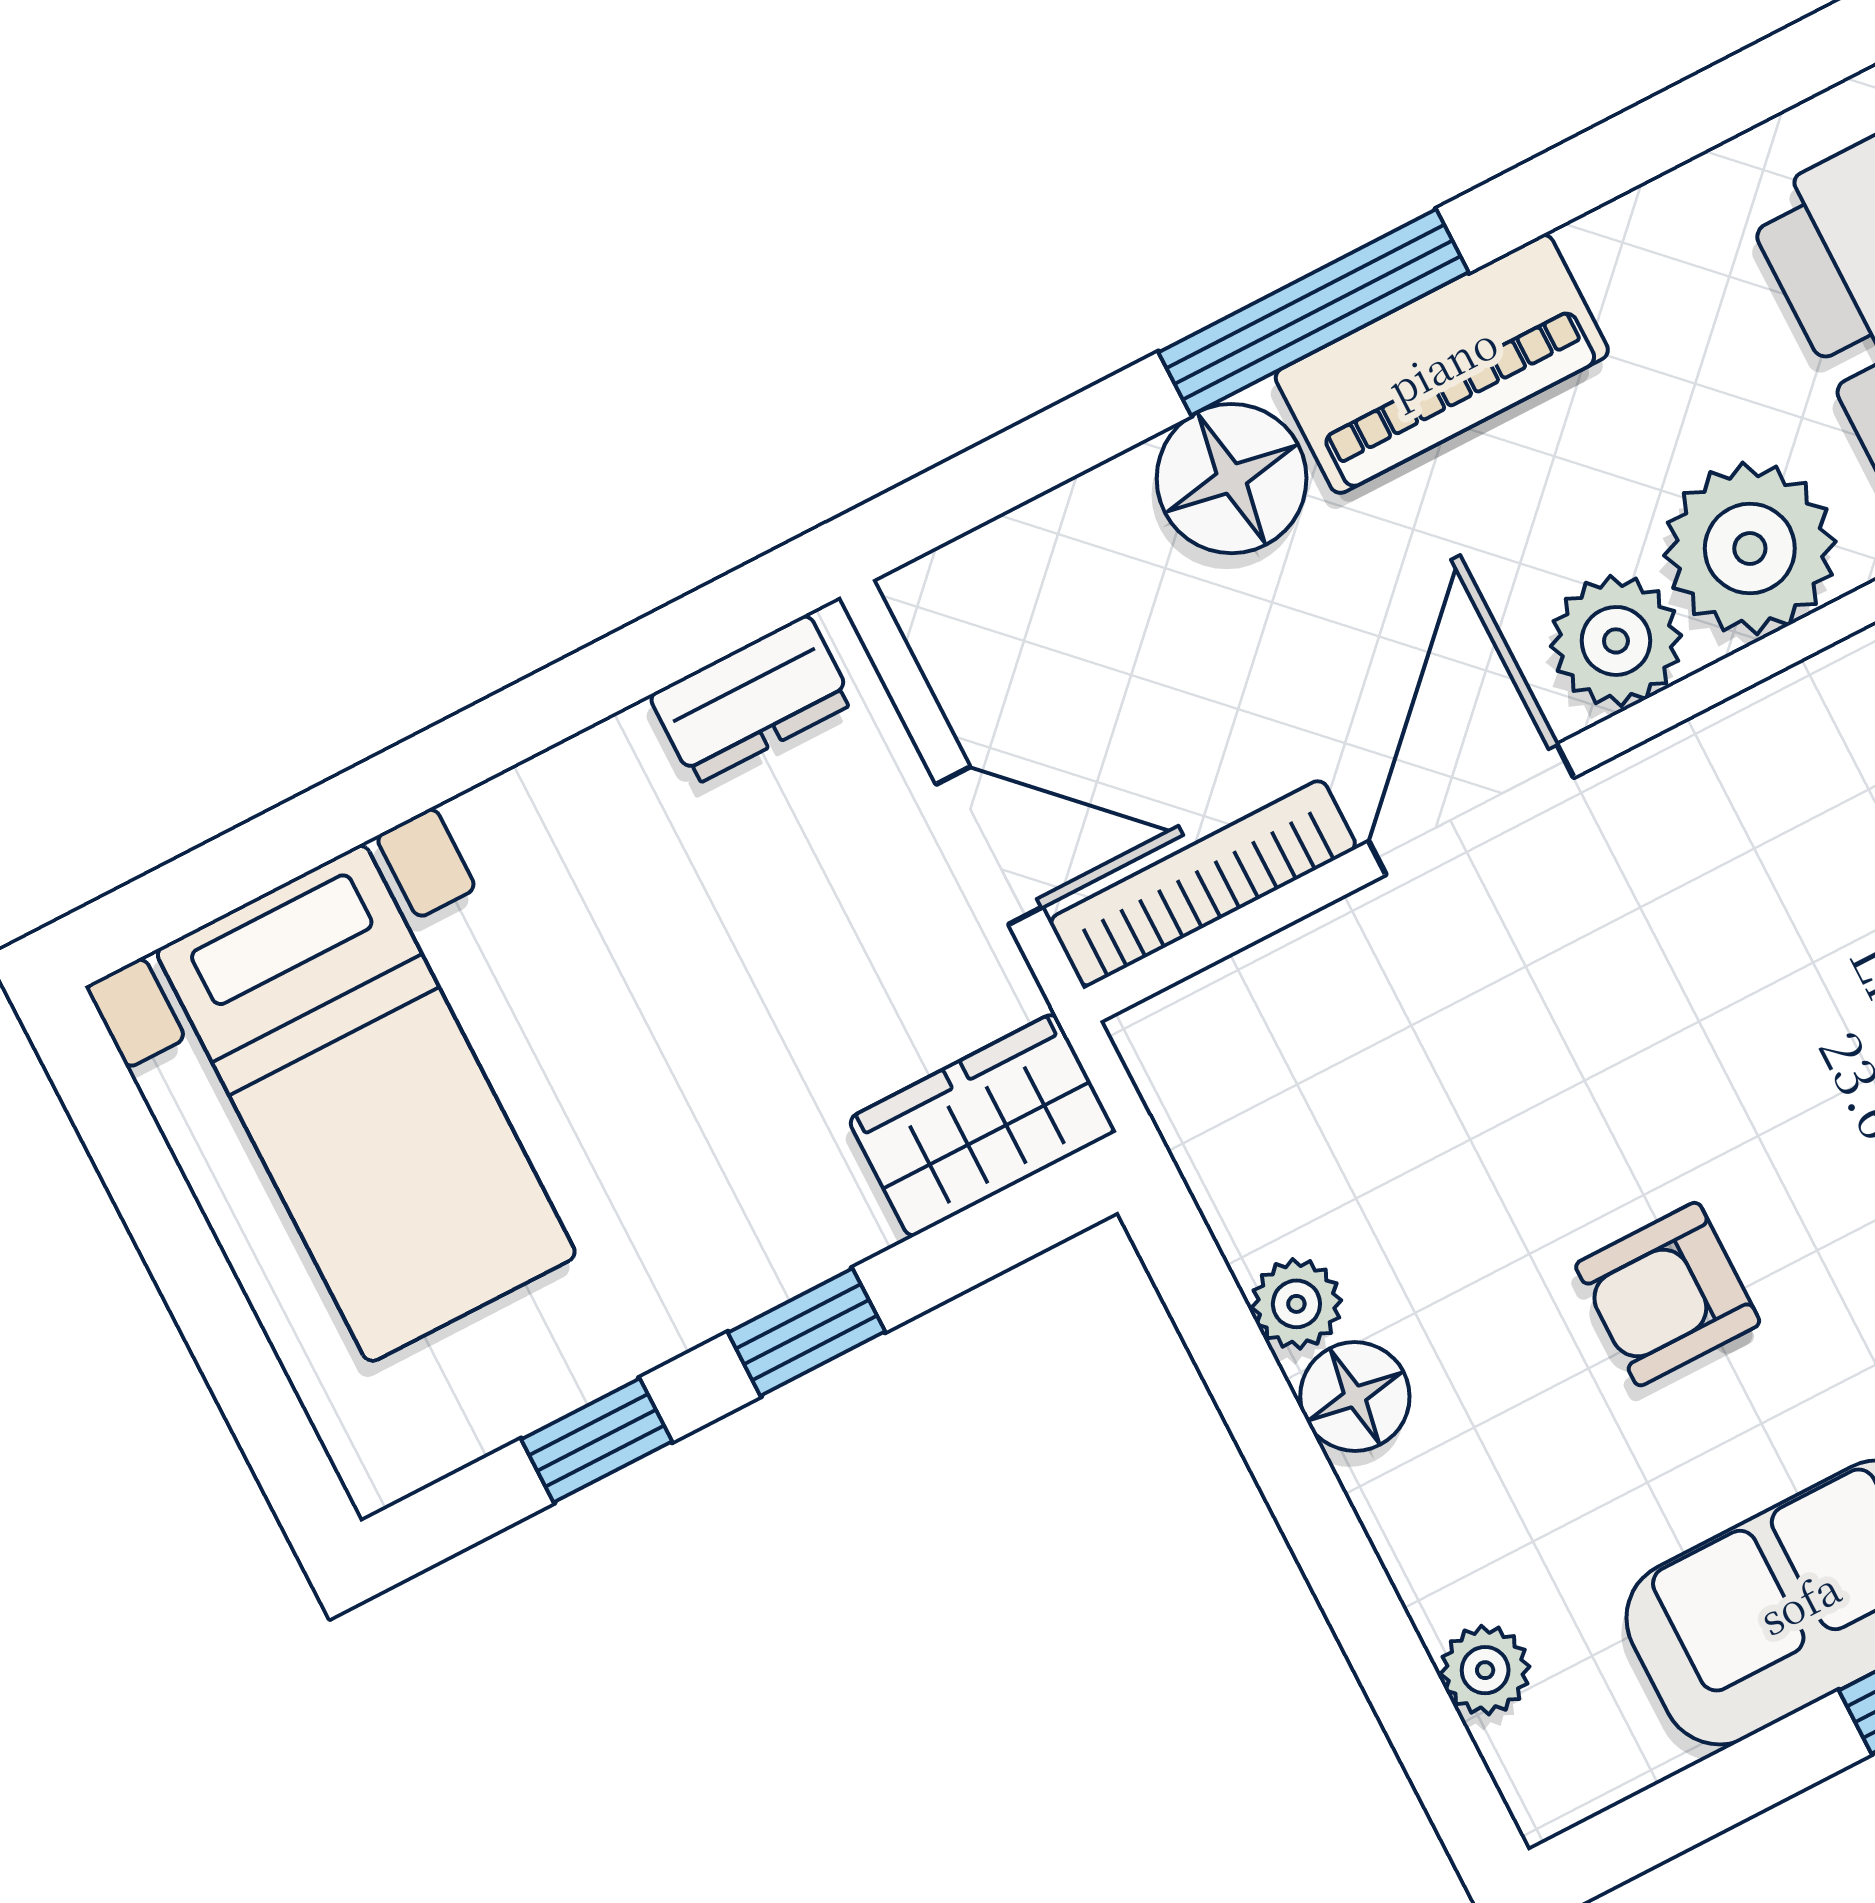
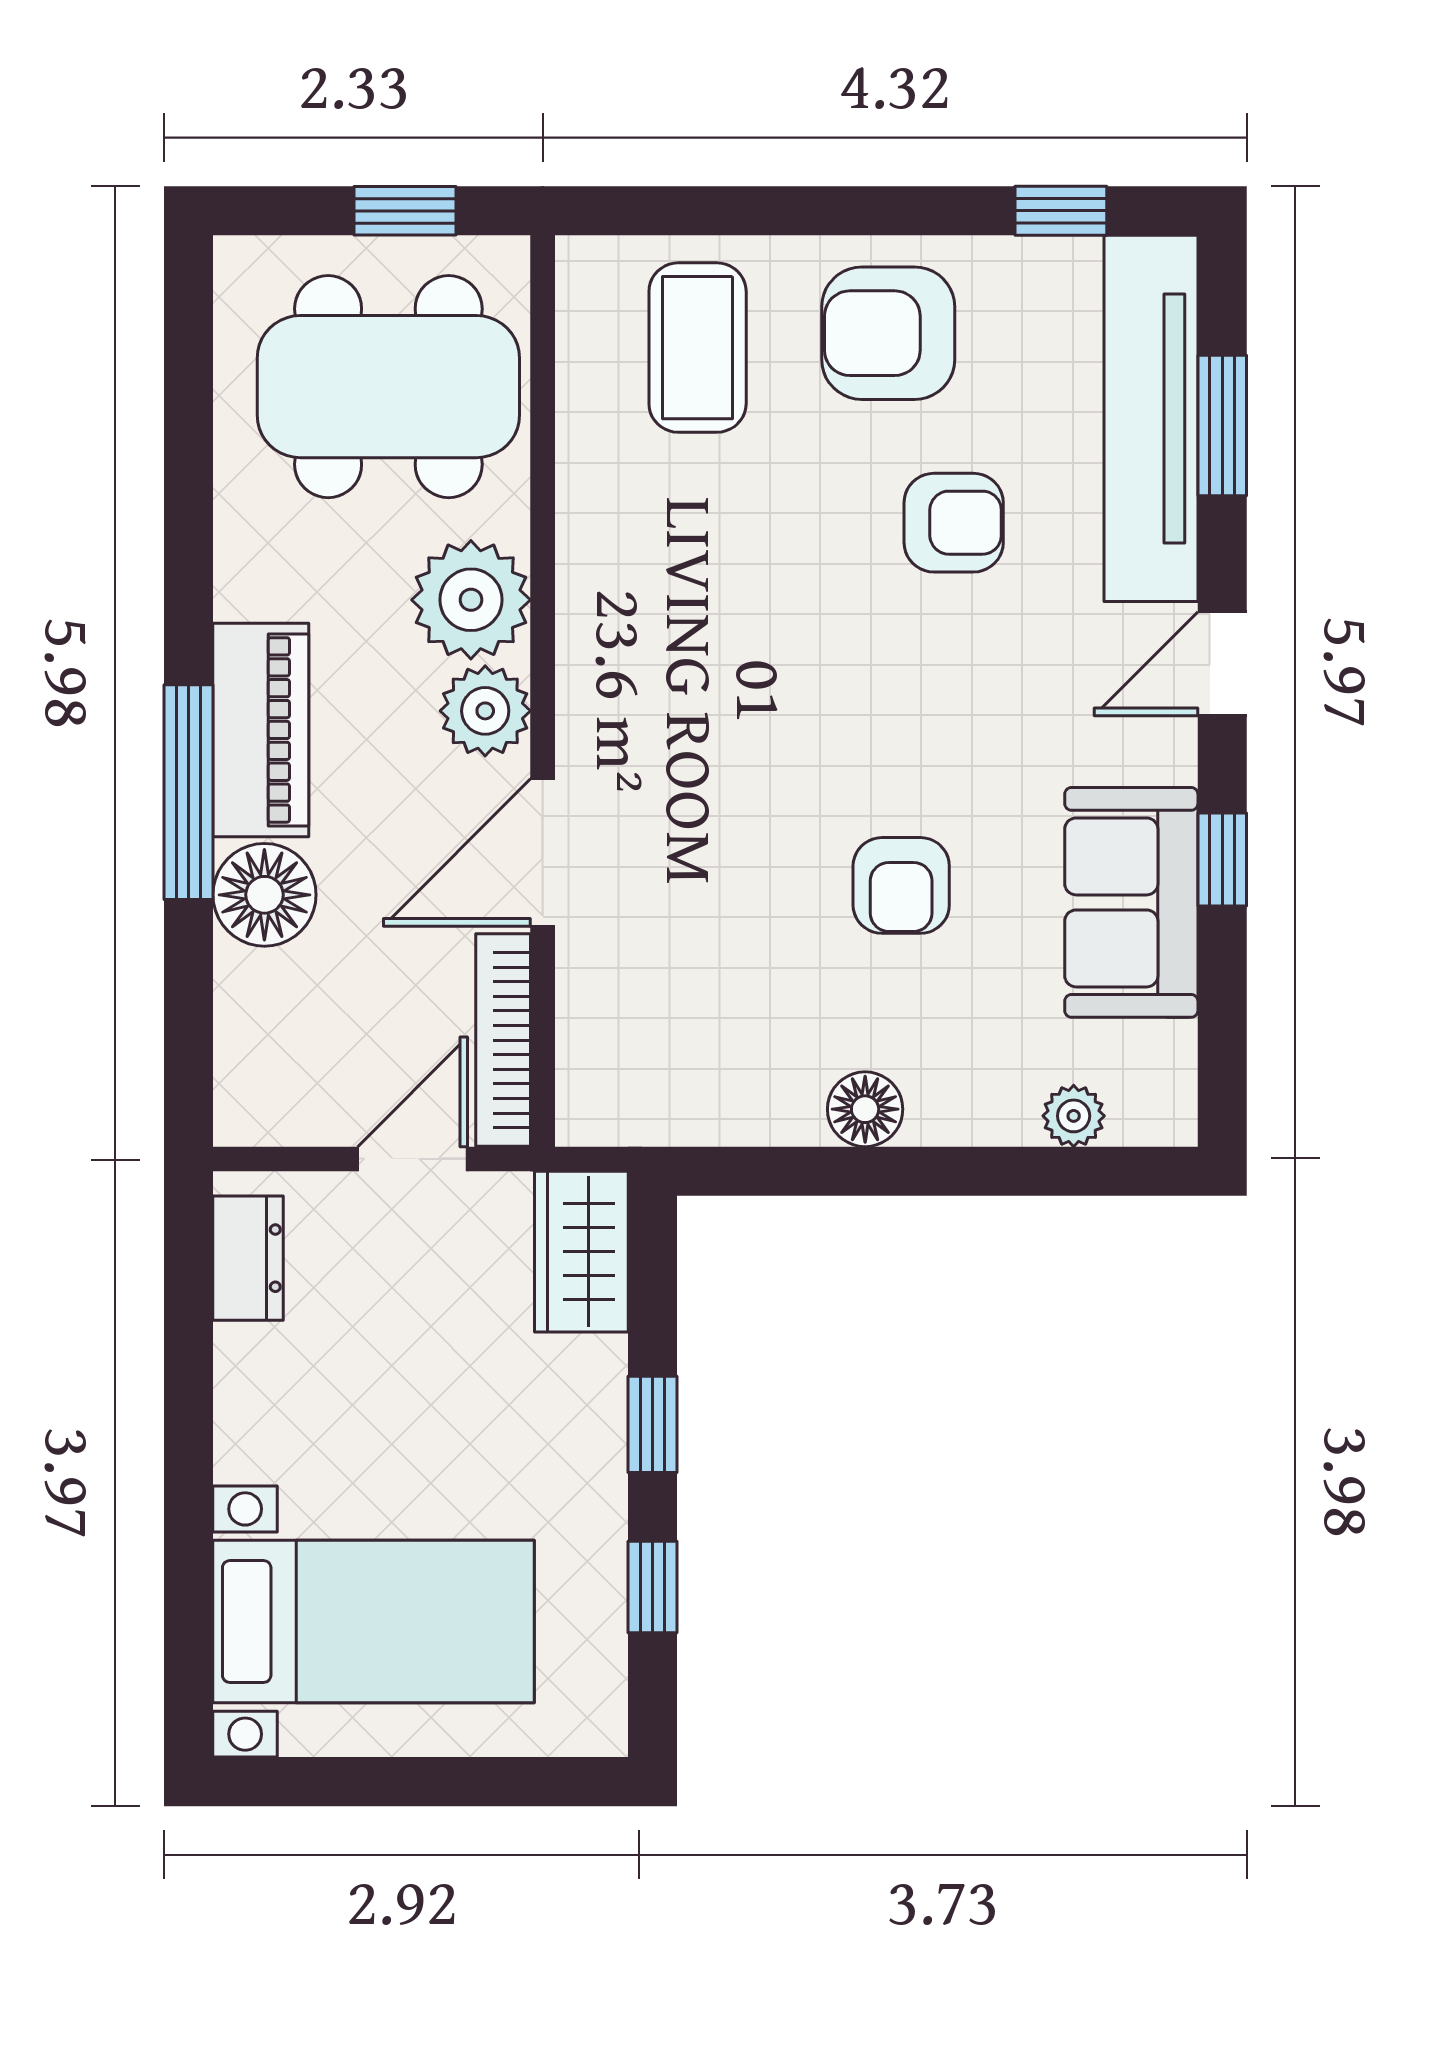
door: (1471, 809) -> (543, 852), hinge flipped
plant: (1296, 1304) -> (790, 1116), removed

